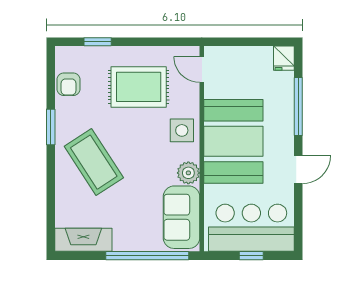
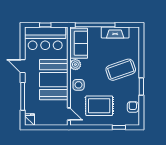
coffee table: (94, 162) -> (121, 70), turned -76
door: (298, 169) -> (23, 66), hinge flipped
fireplace: (83, 240) -> (115, 32), moved

